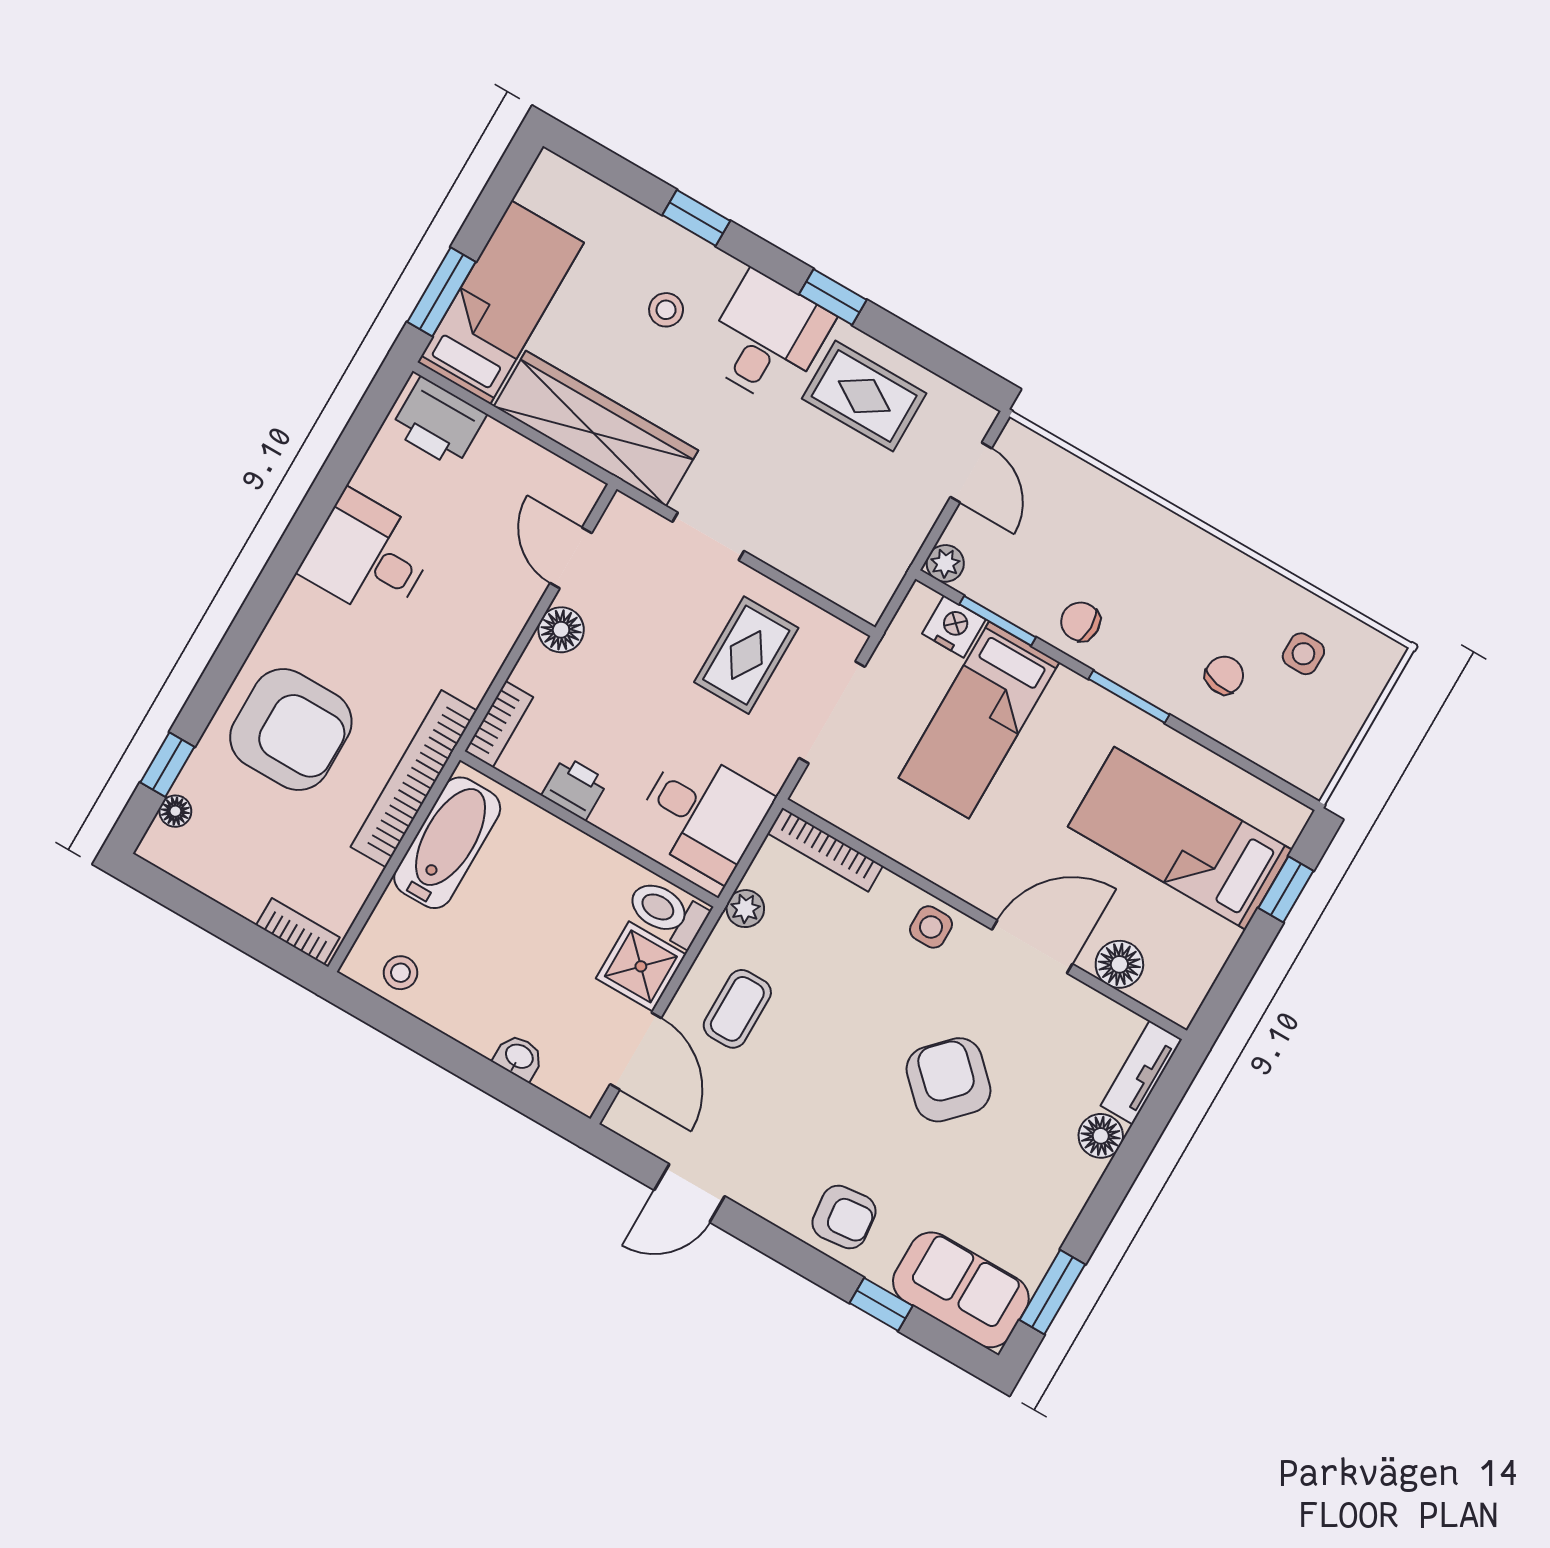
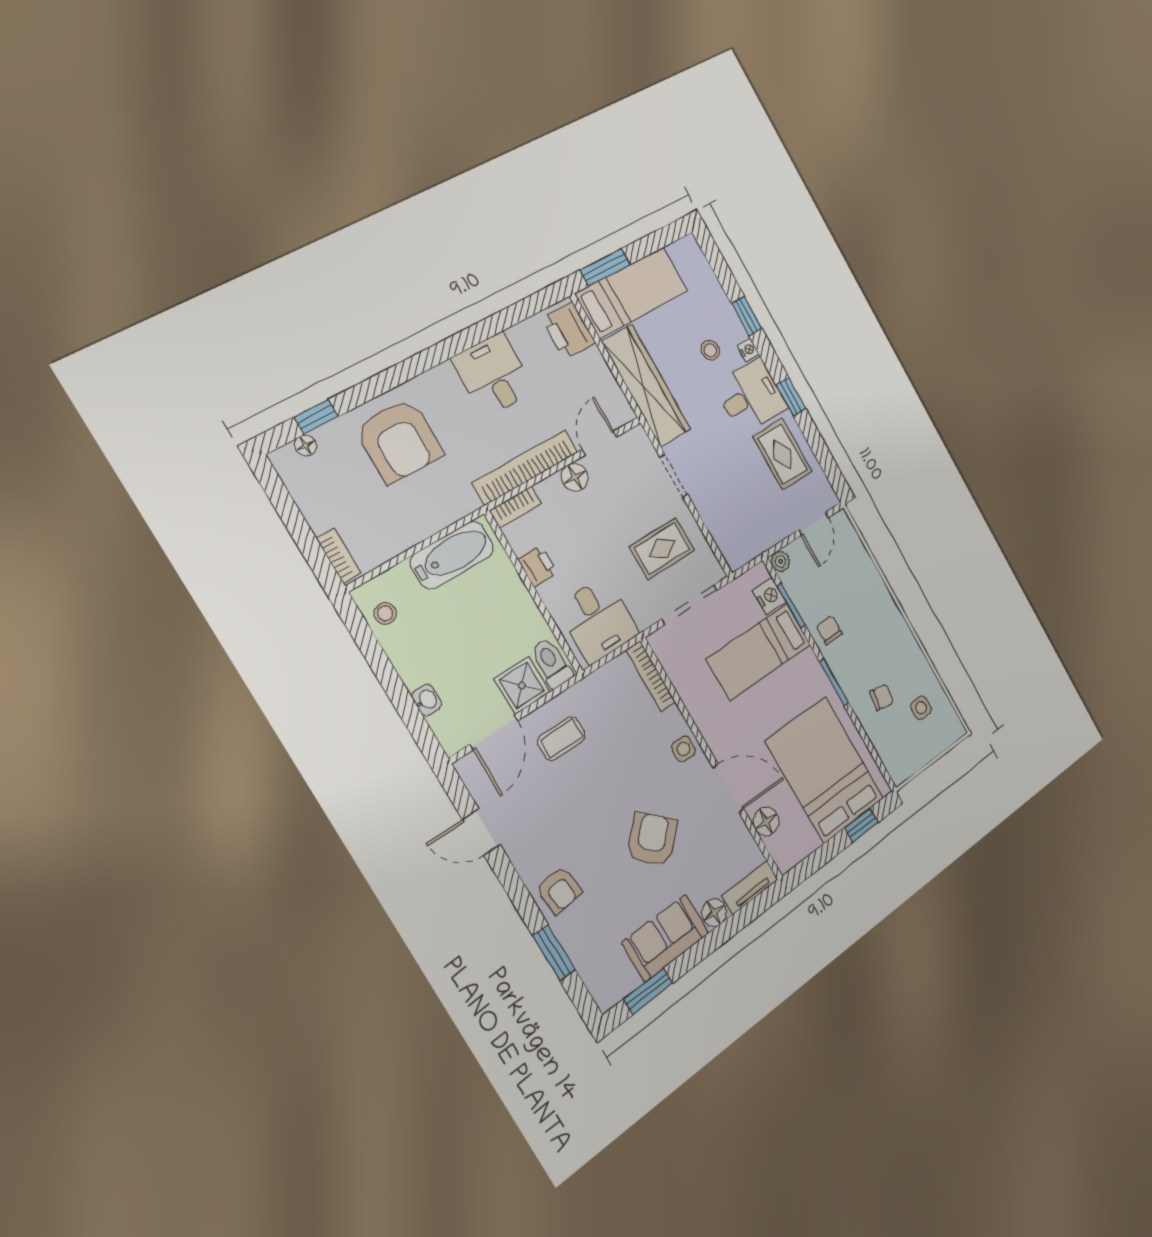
nightstand: (726, 269) -> (748, 350), added
bookcase: (414, 779) -> (525, 467), moved
bed: (1180, 838) -> (825, 770), width x1.50
plant: (745, 909) -> (594, 685), removed
sofa: (961, 1290) -> (665, 938), moved, turned -90
window: (881, 1304) -> (554, 953), width x1.50

